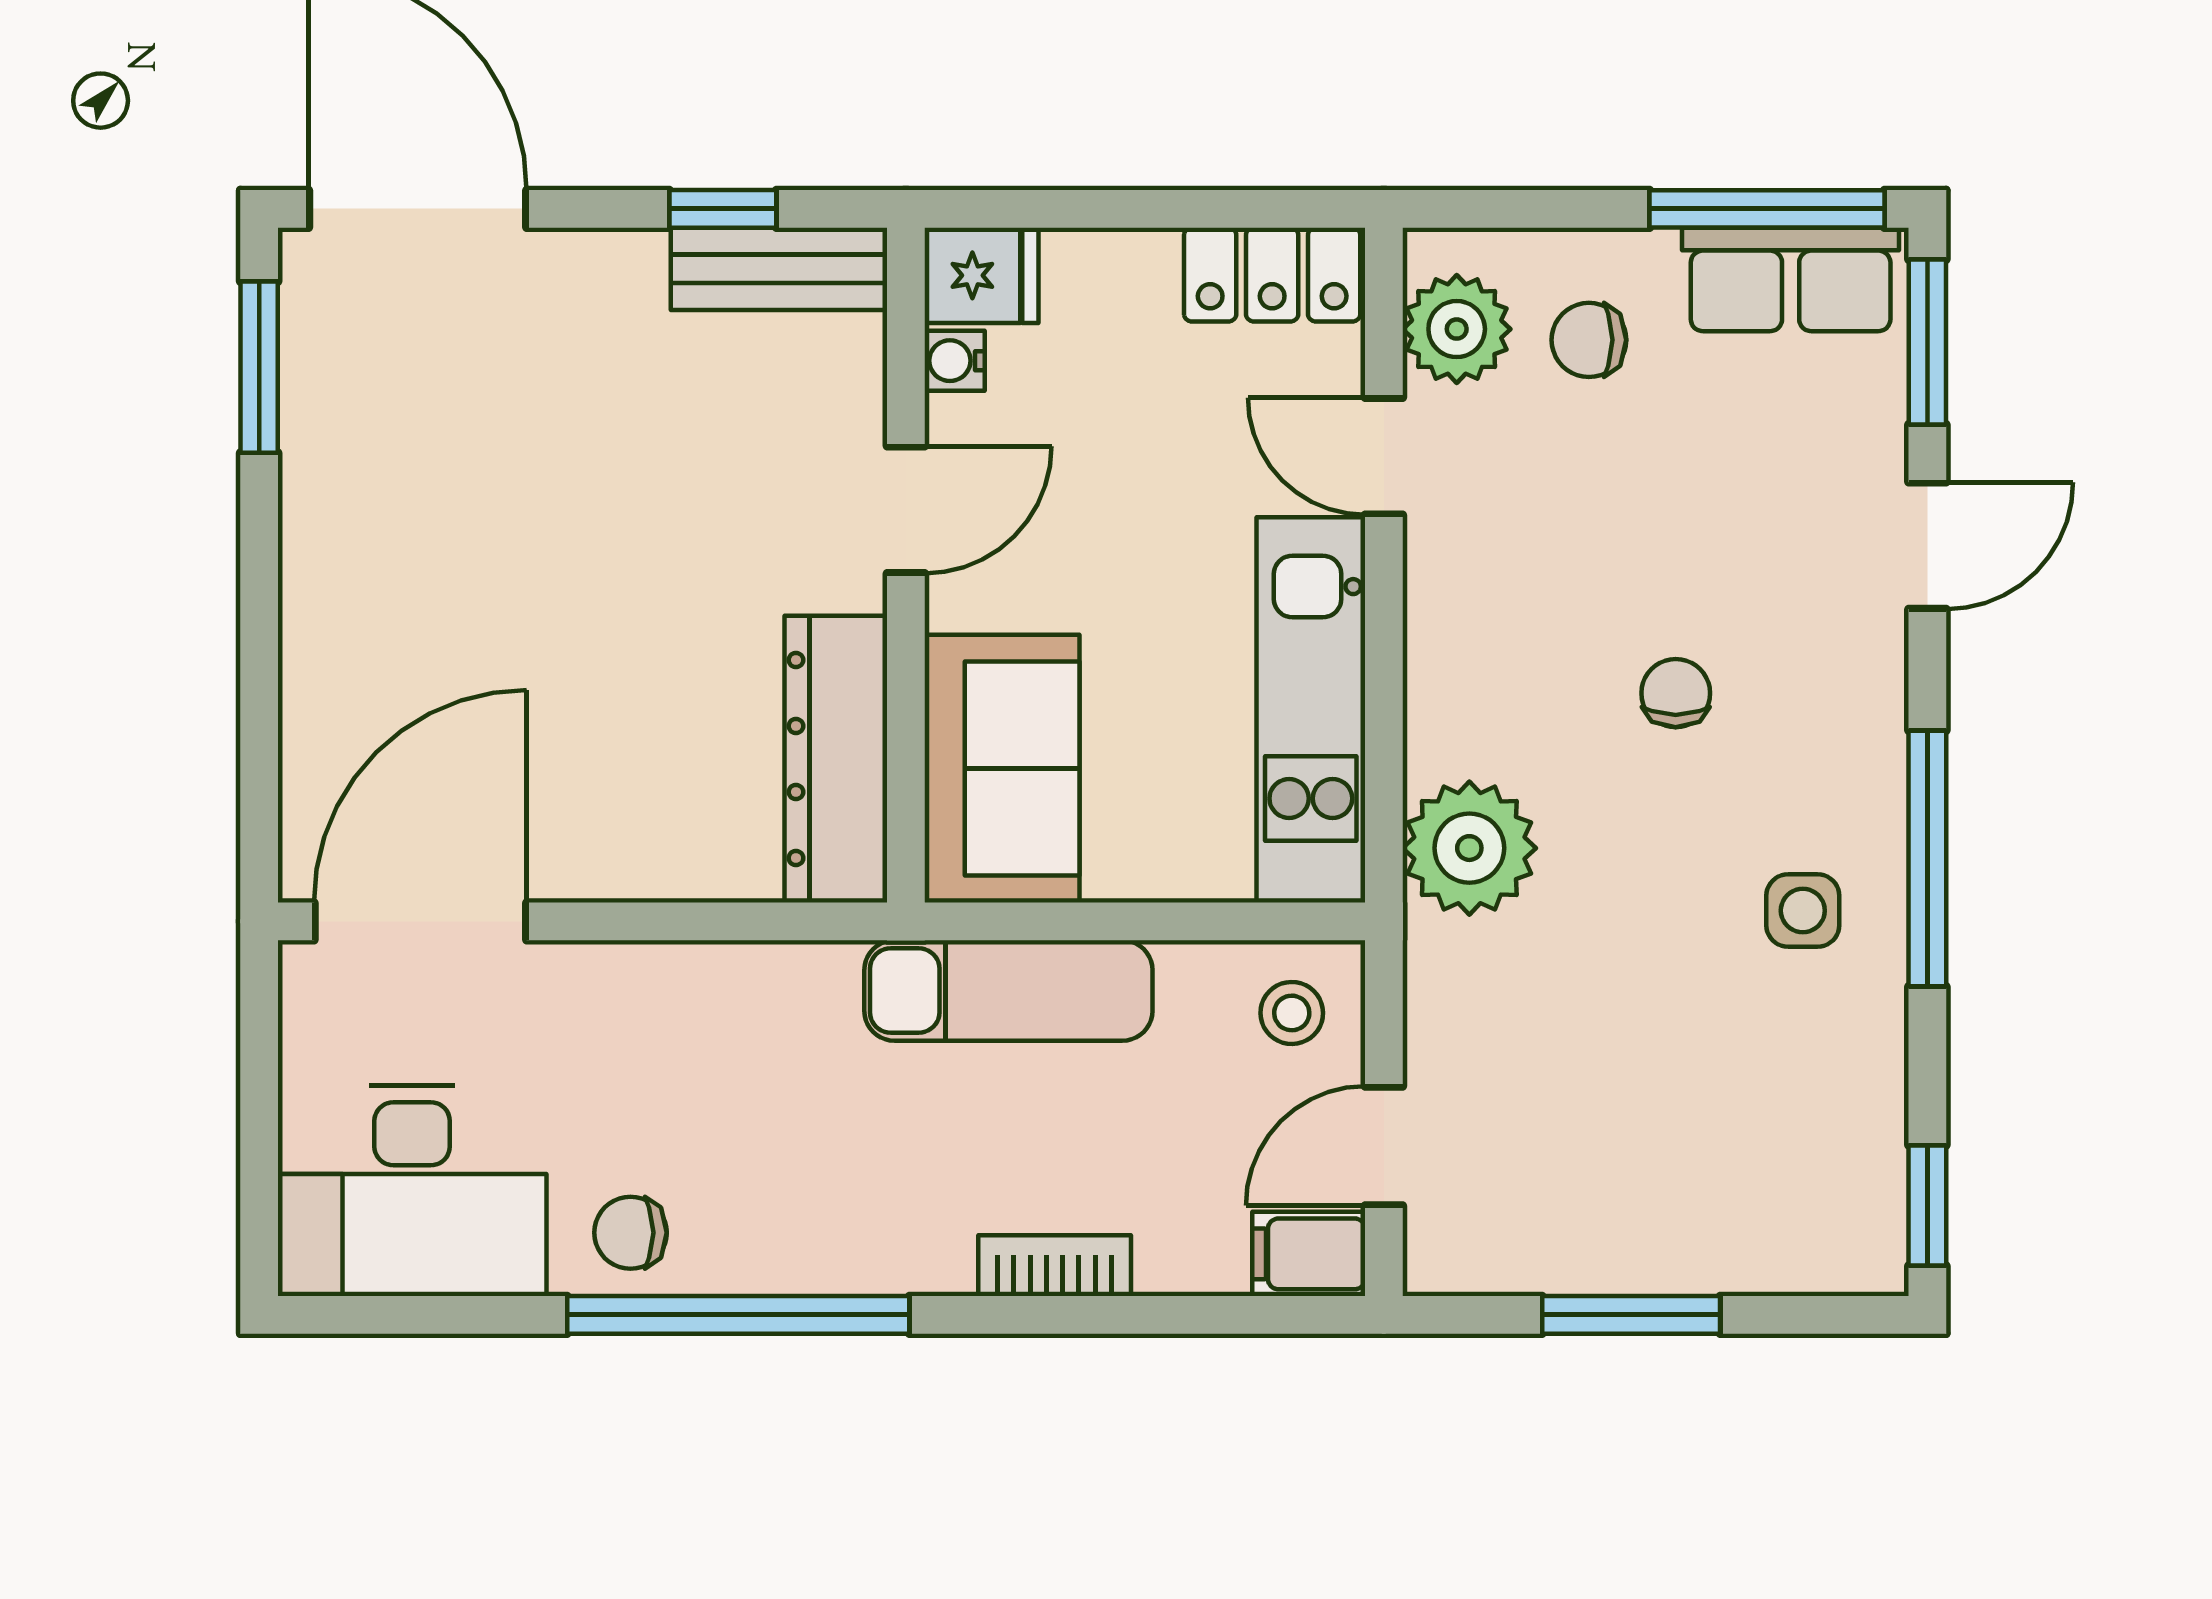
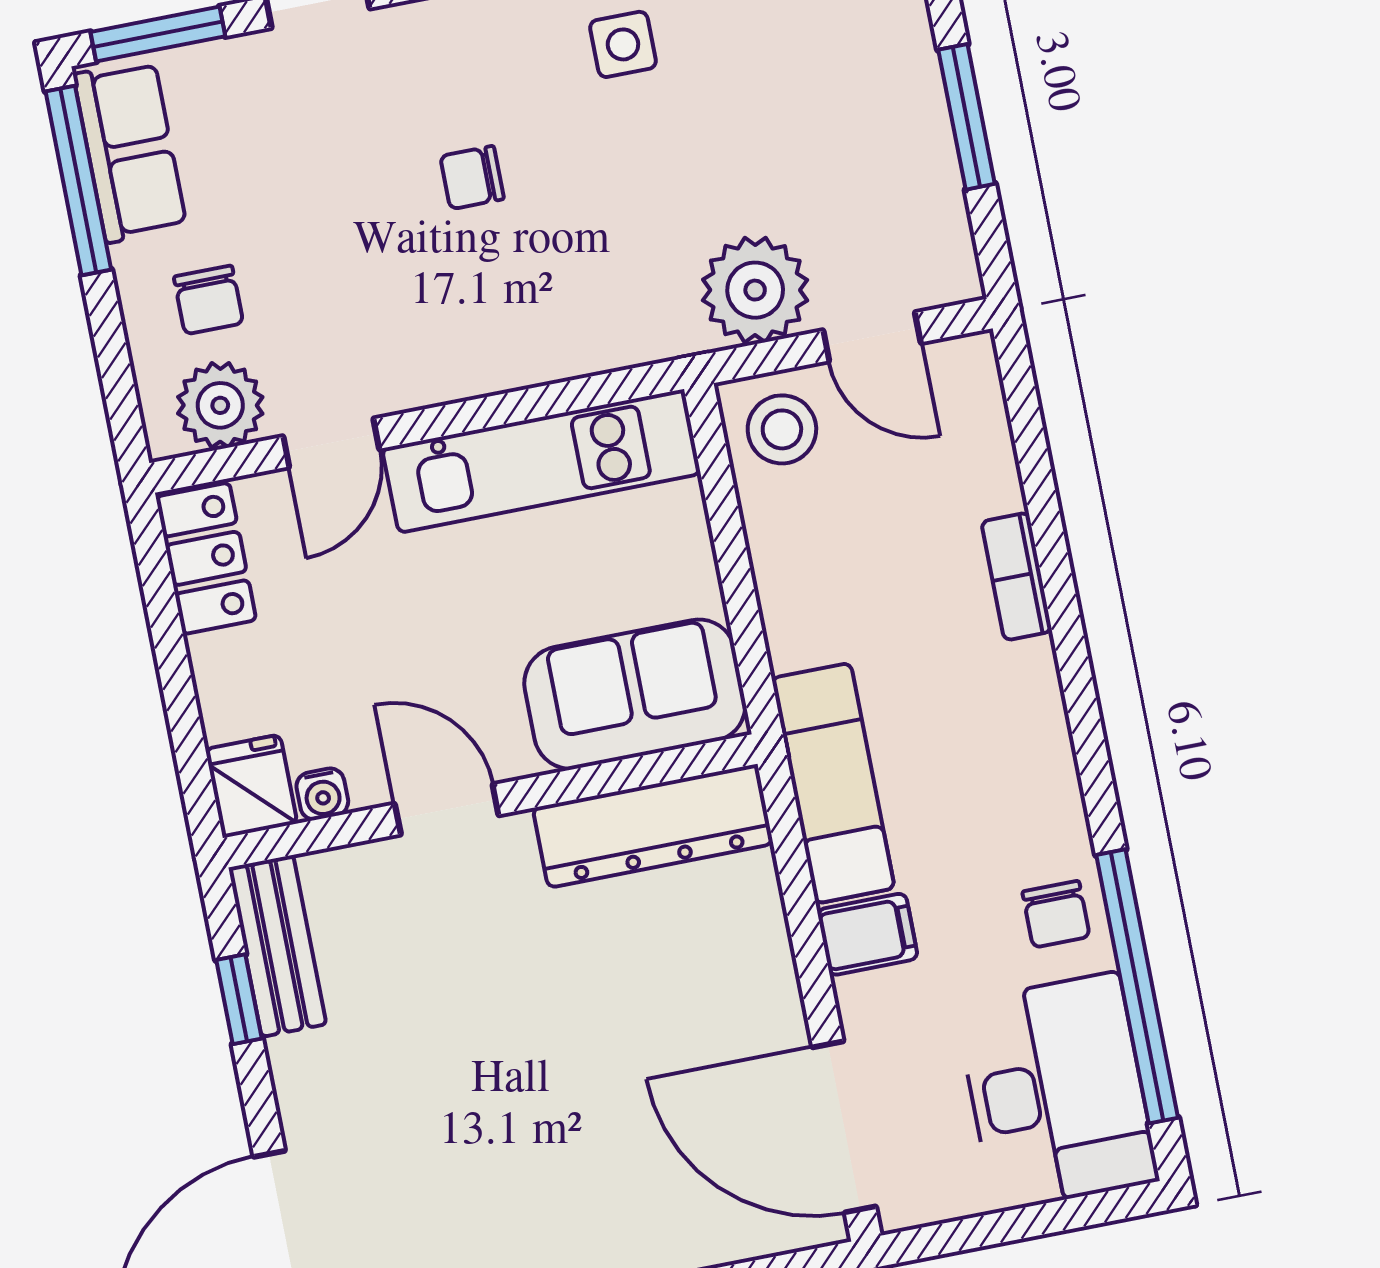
plant: (1469, 848) -> (755, 290), moved
exam couch: (1008, 990) -> (833, 783), moved
stool: (1292, 1013) -> (782, 429), width x1.37, depth x1.37
filing cabinet: (1309, 1254) -> (868, 934), moved, turned -90
window: (738, 1315) -> (1137, 986), moved

